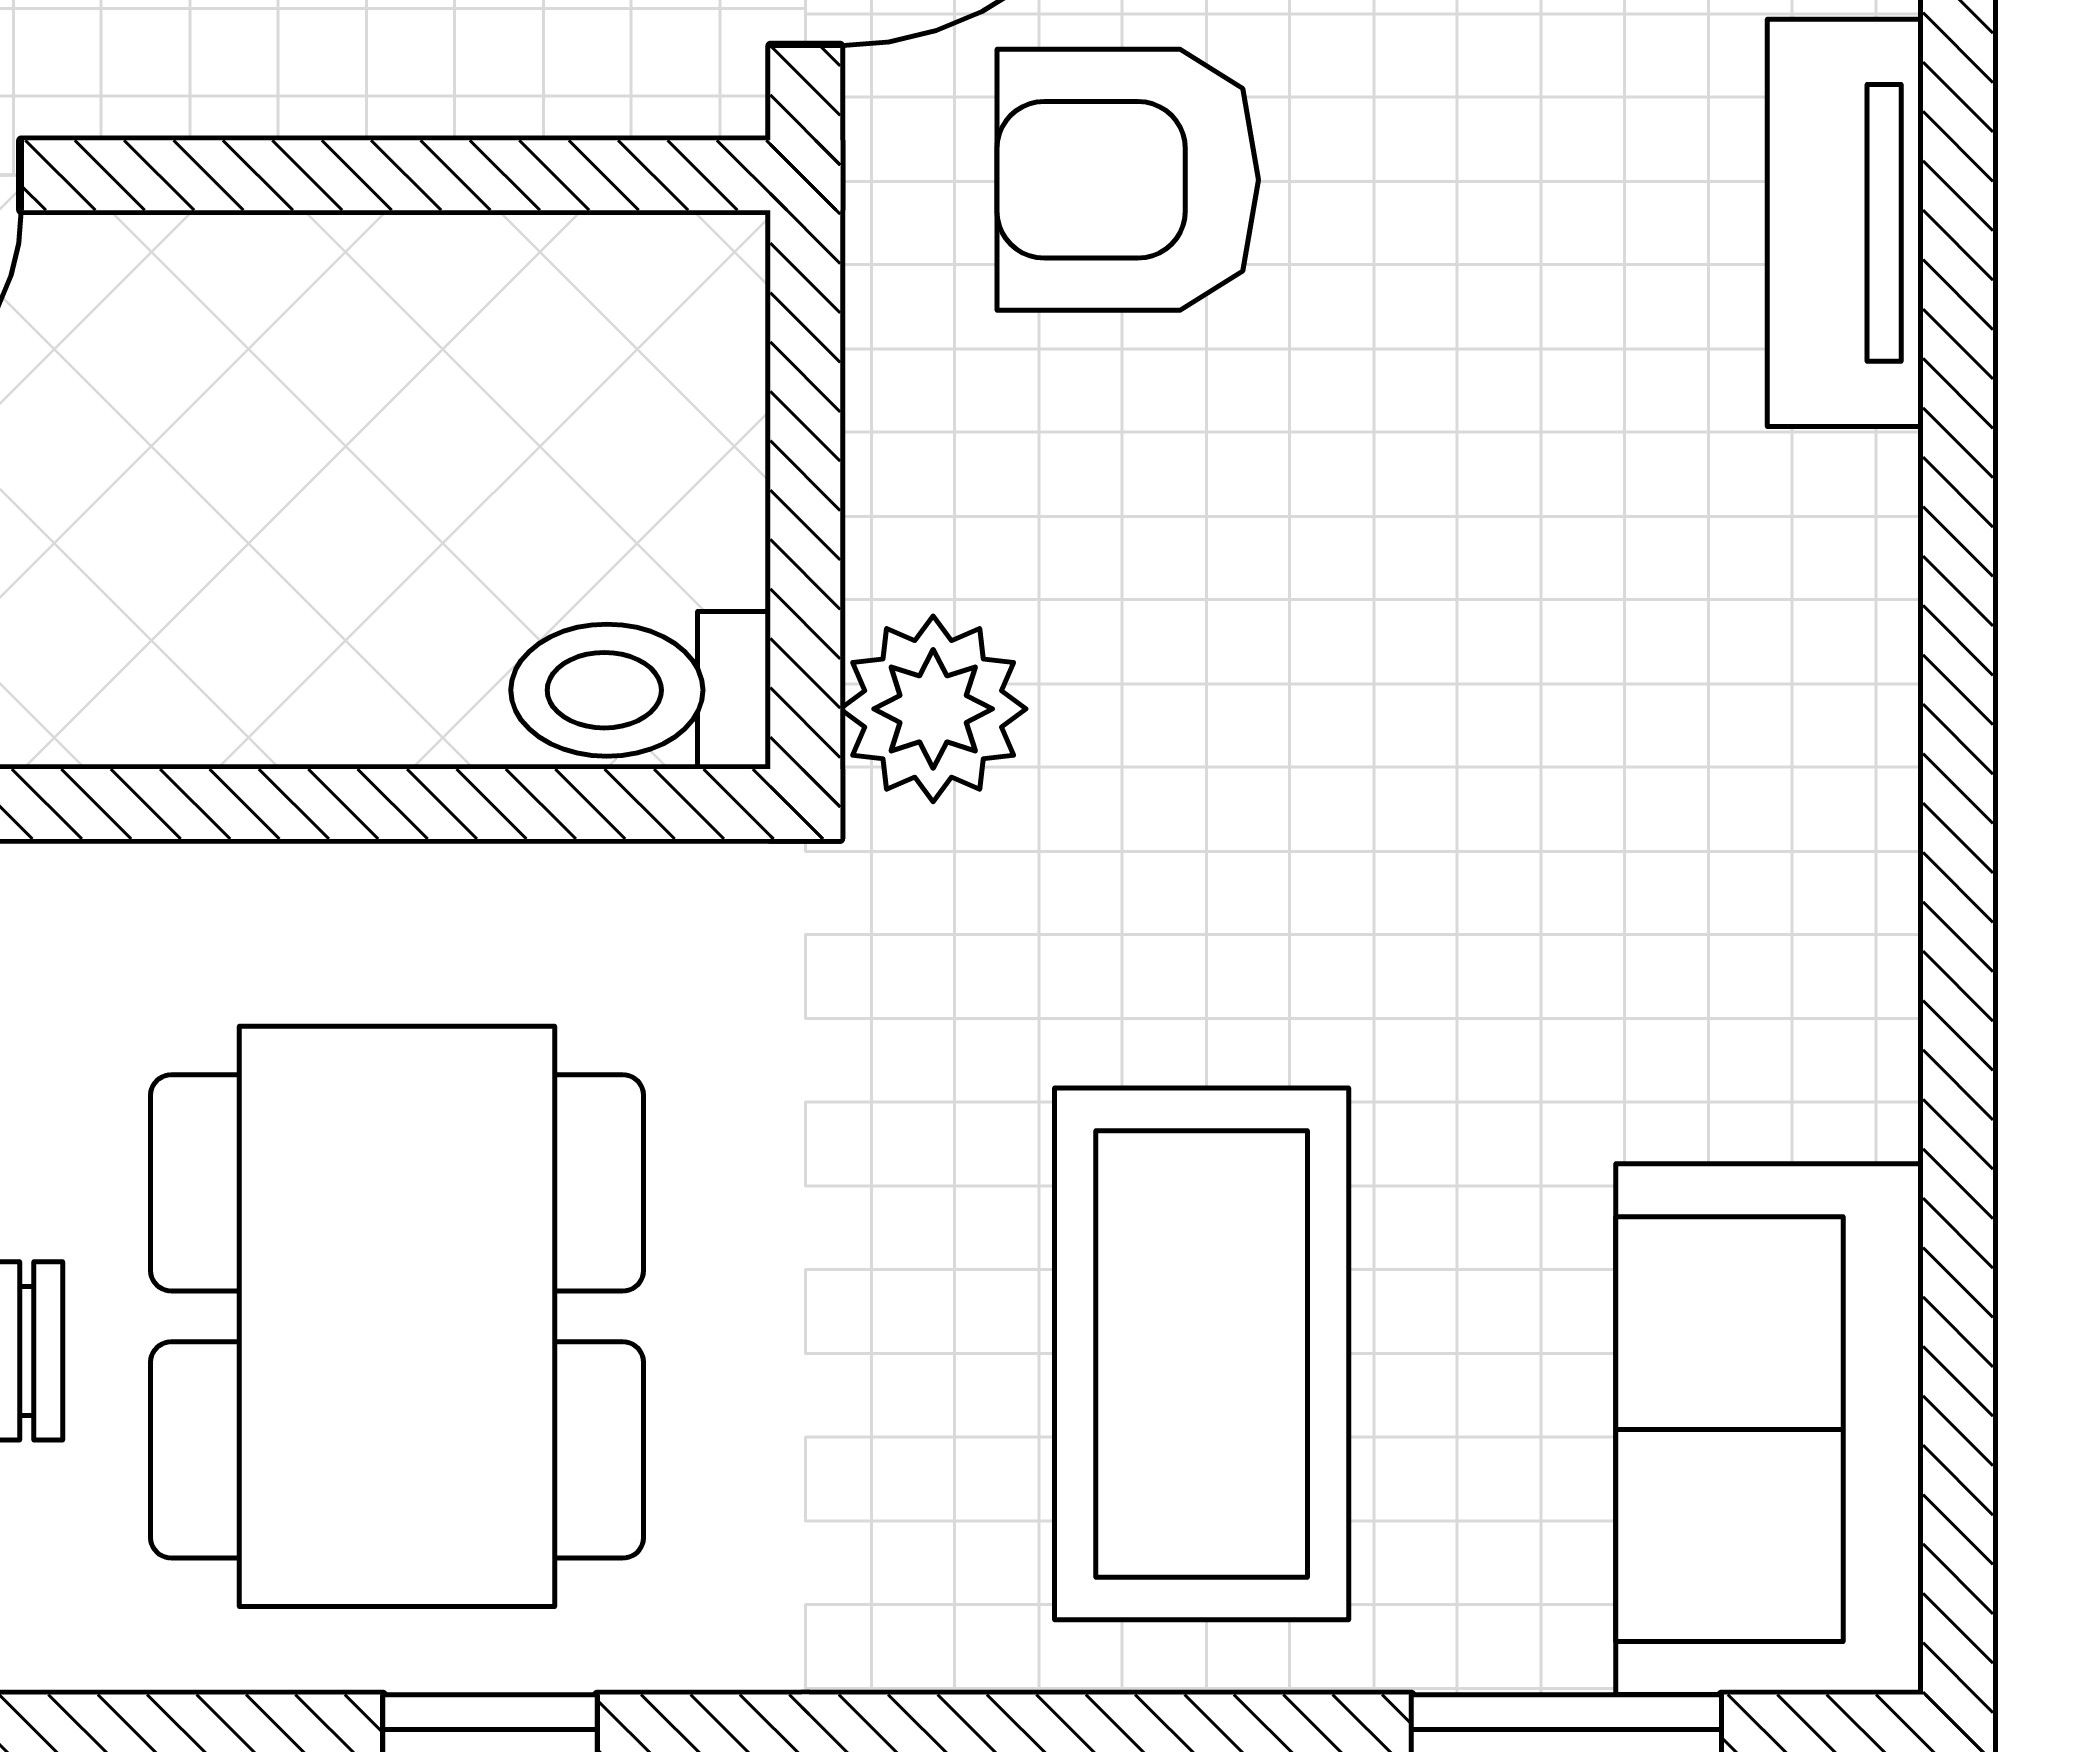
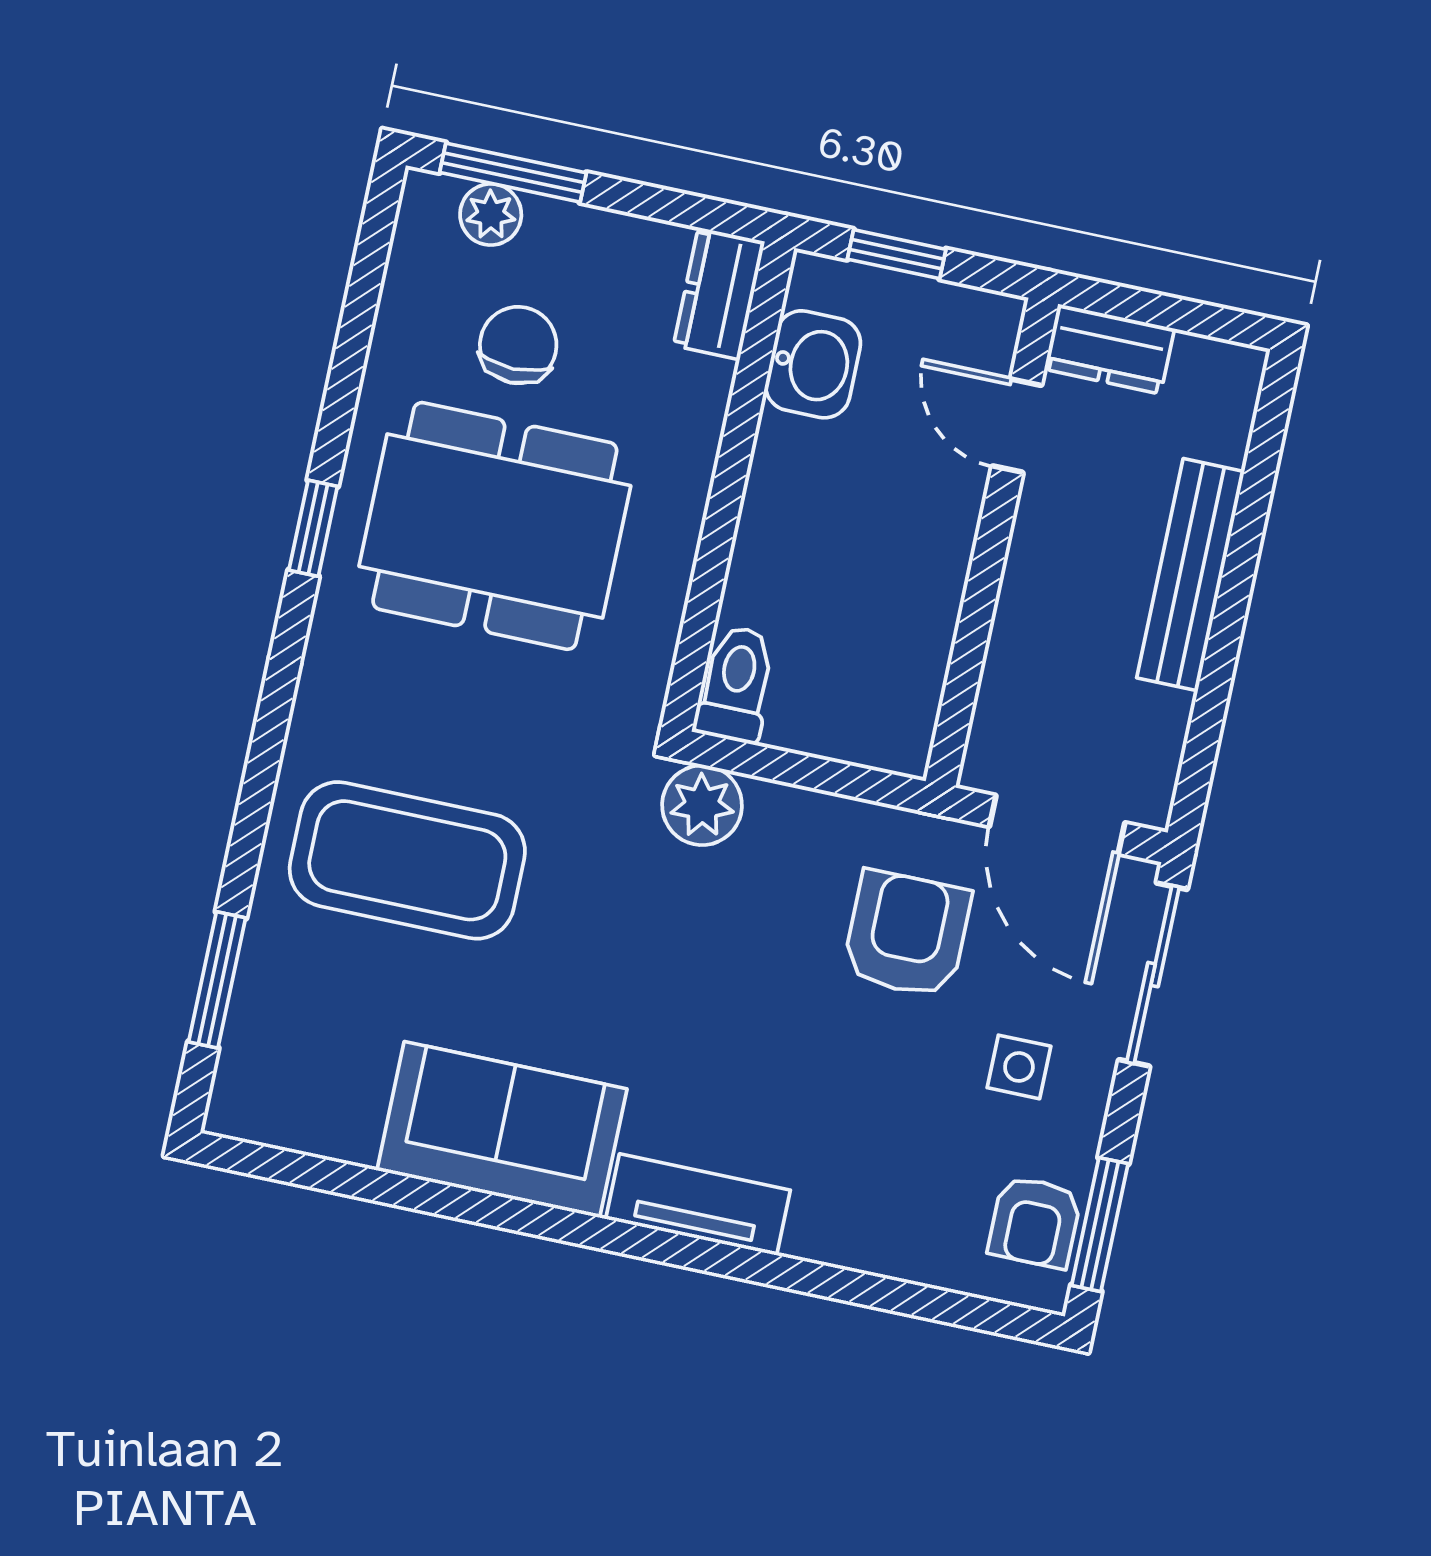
tv unit: (1845, 223) -> (698, 1204), moved
sofa: (1769, 1429) -> (502, 1130), moved

